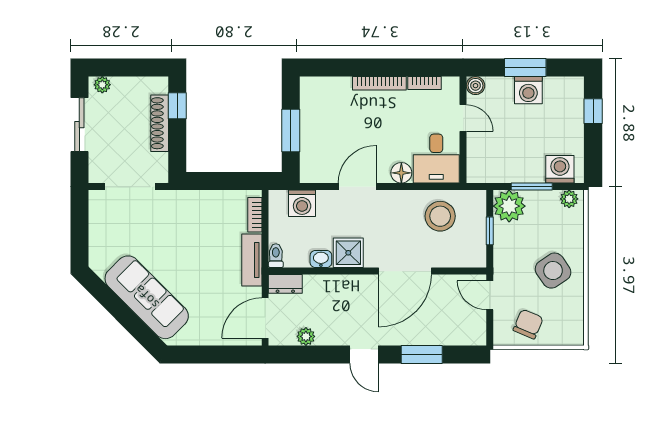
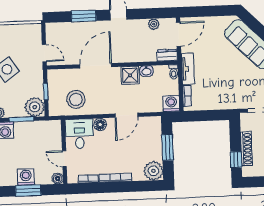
plant: (316, 92) -> (153, 171), added
washing machine: (302, 203) -> (171, 103), moved
chair: (528, 324) -> (21, 37), removed

